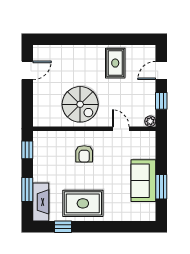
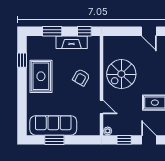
door: (121, 129) -> (101, 107), hinge flipped
armchair: (84, 154) -> (81, 77), turned -60
sofa: (143, 181) -> (53, 125), width x1.36
fireplace: (41, 202) -> (72, 42), moved

